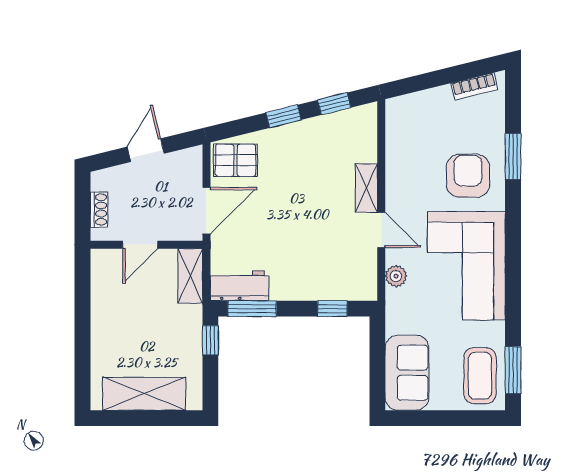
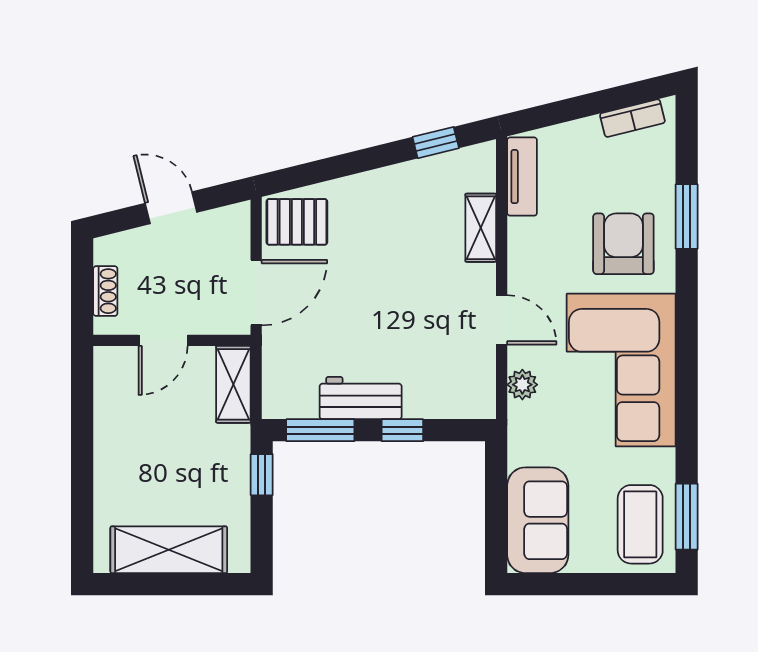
window: (283, 116) -> (364, 160), removed
tv unit: (396, 128) -> (522, 177), added
door: (146, 150) -> (171, 208), hinge flipped
shelving: (366, 188) -> (481, 228), moved
workbench: (240, 286) -> (361, 398), moved
window: (332, 309) -> (402, 430), moved

